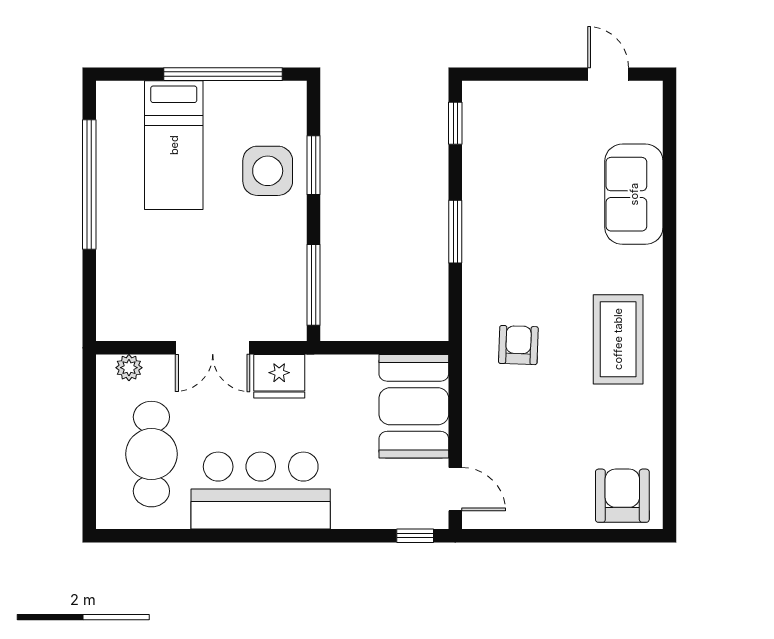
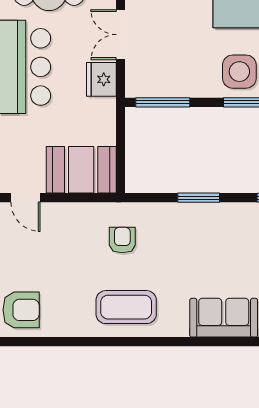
armchair: (518, 345) -> (122, 240), turned -92
door: (455, 489) -> (25, 198), hinge flipped

